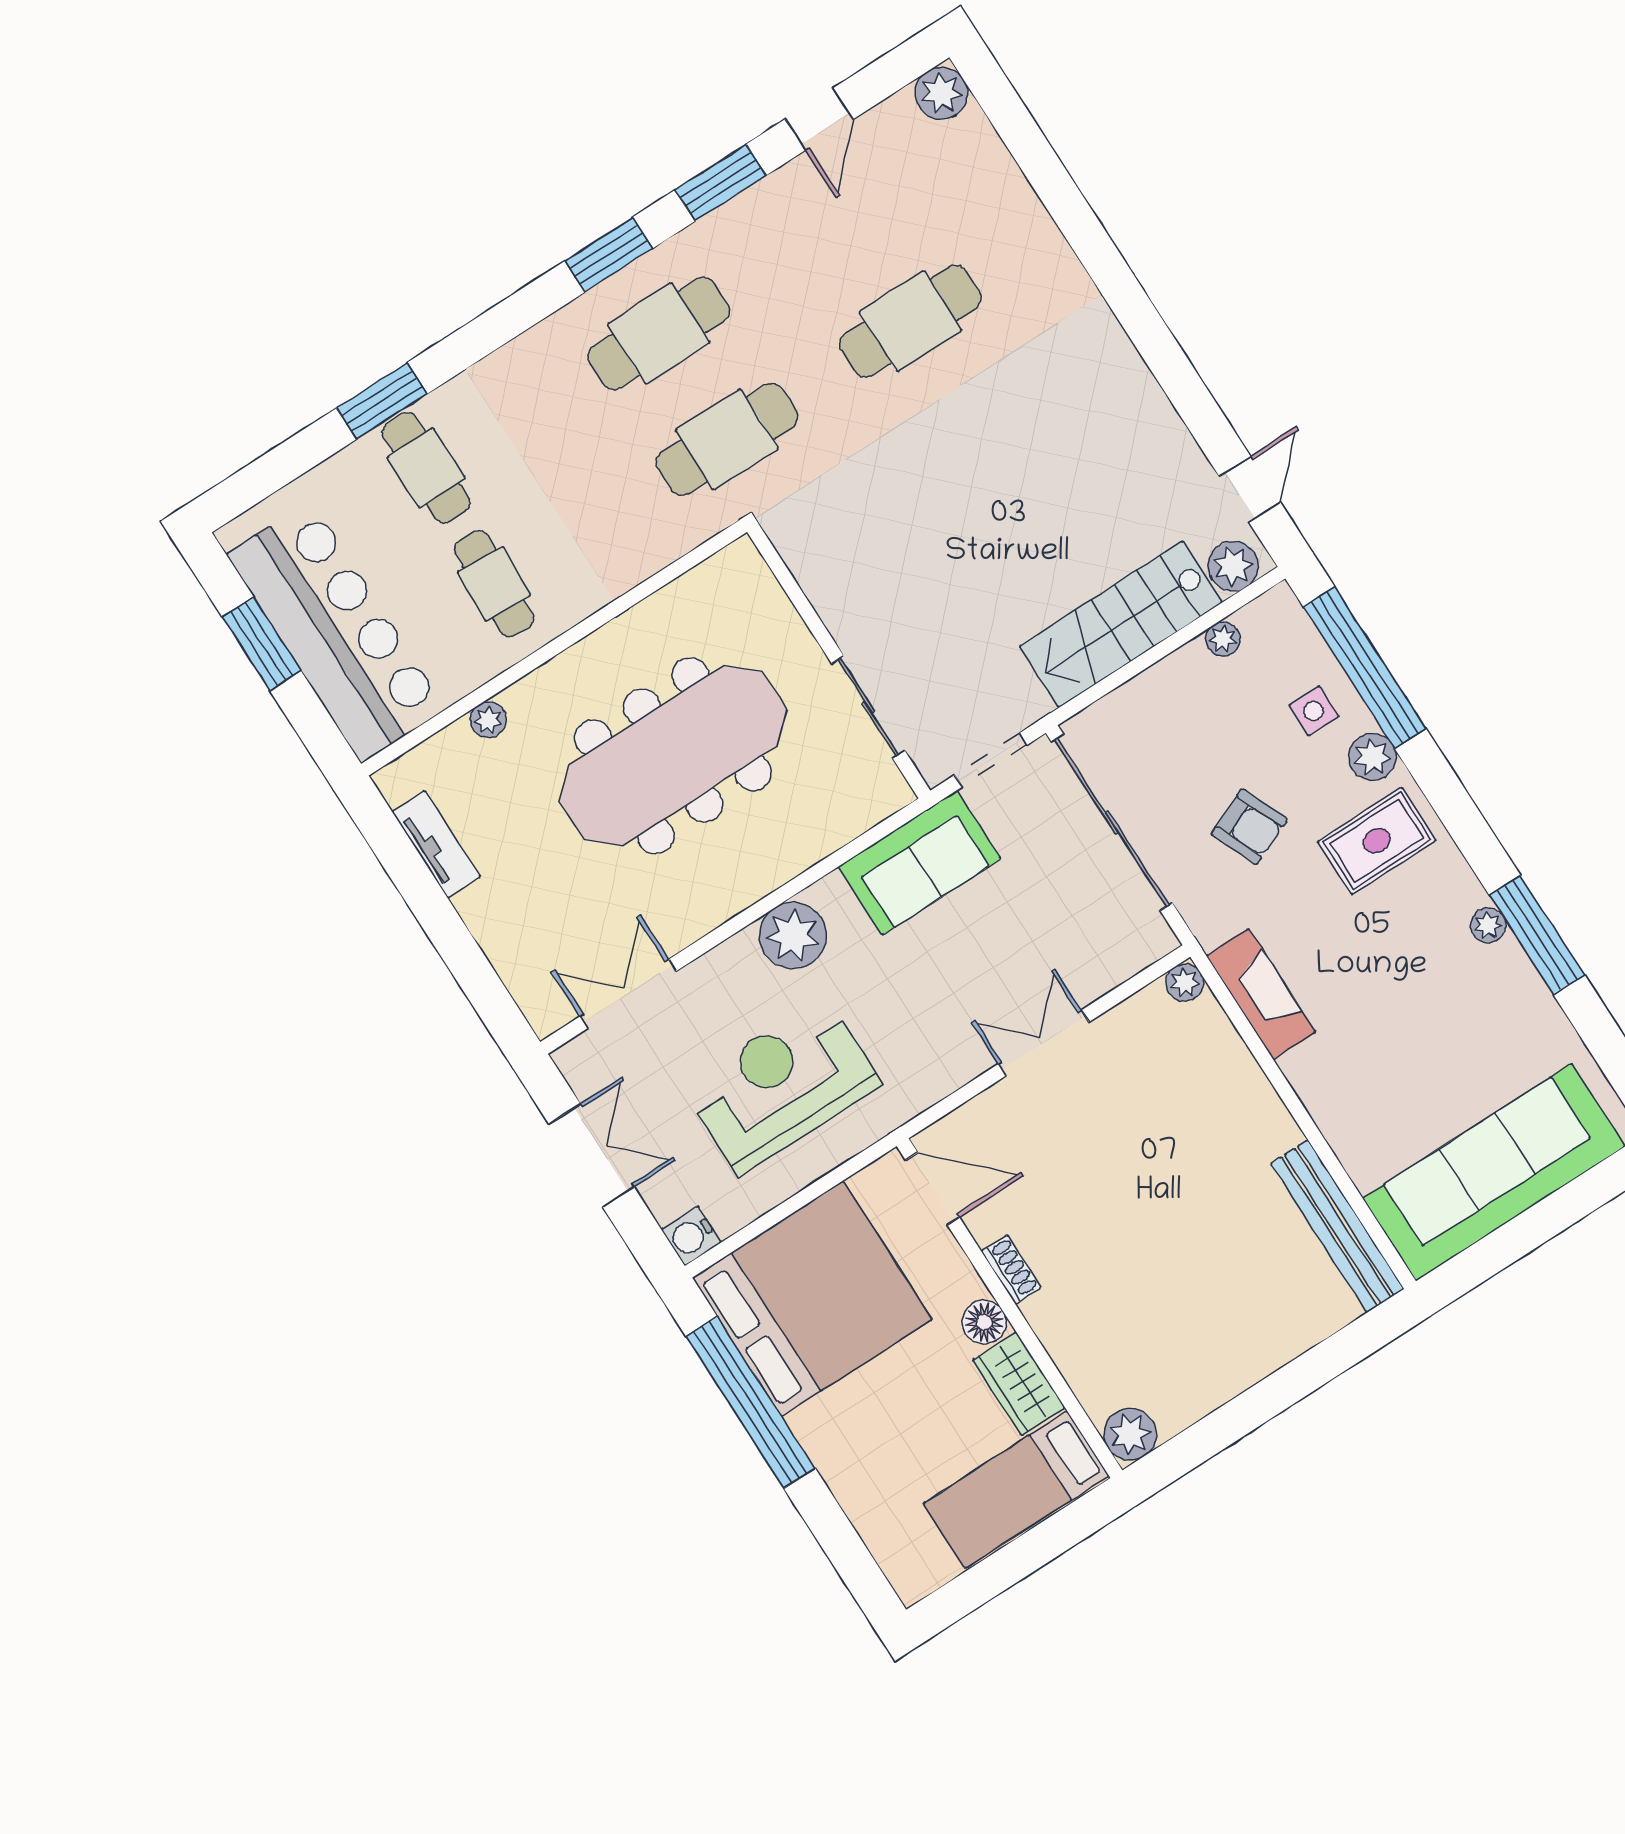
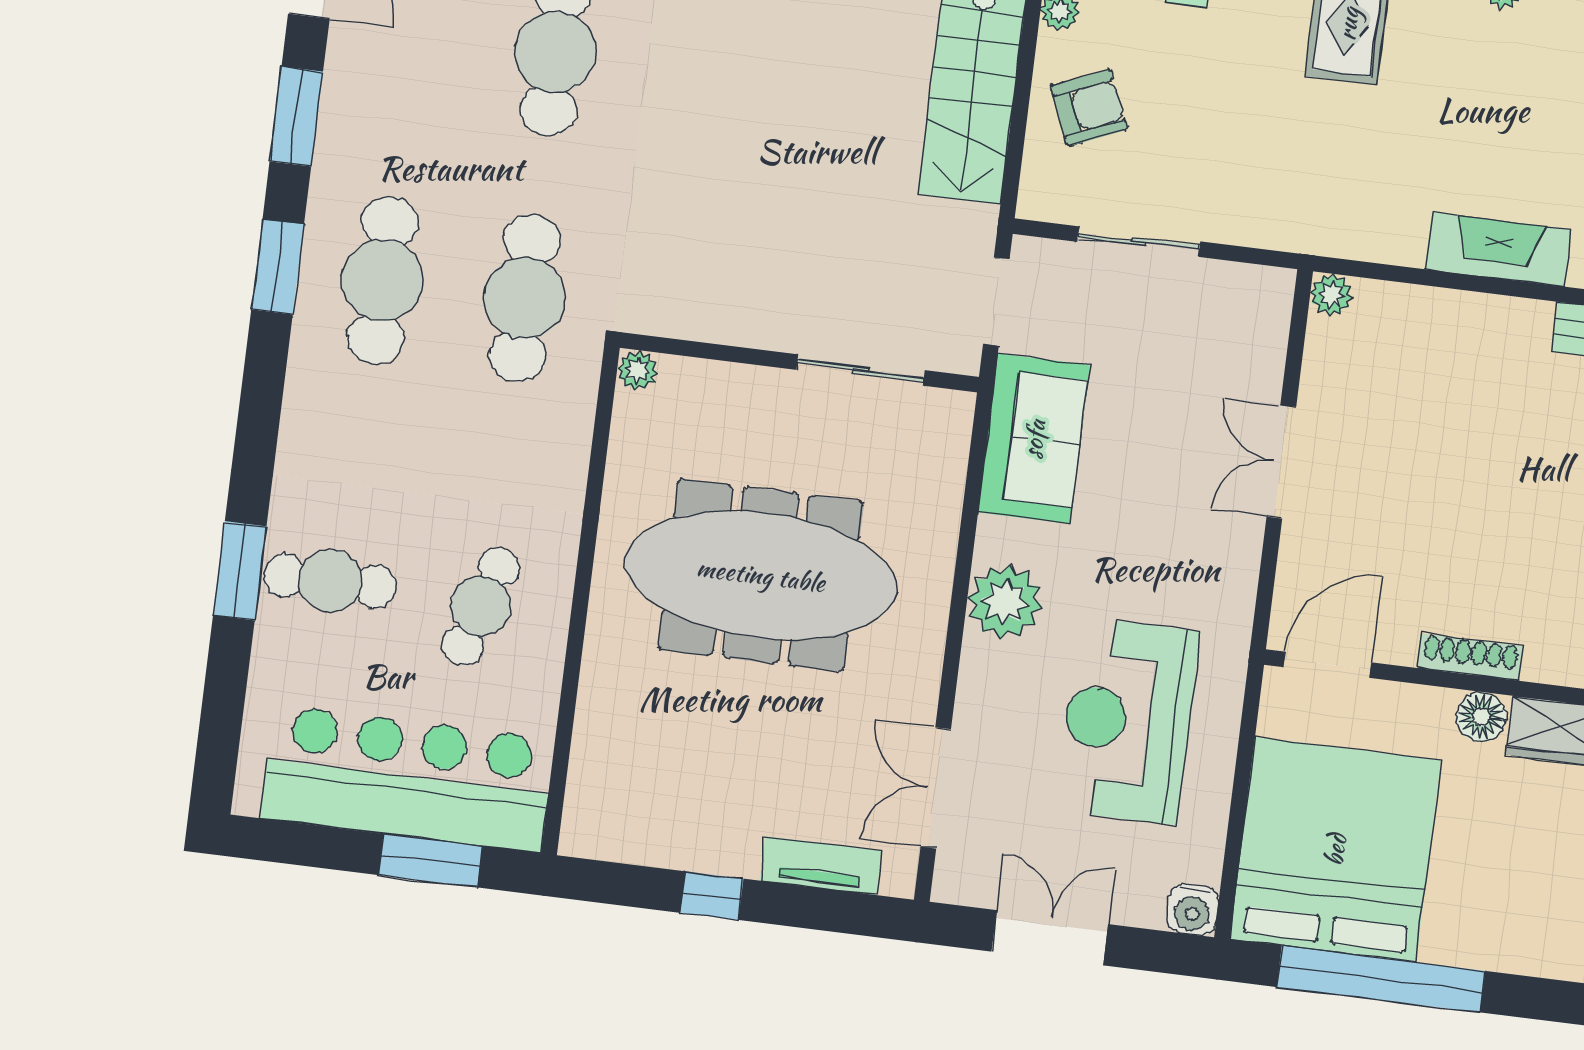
cafe table: (494, 584) -> (481, 606), turned -75
window: (262, 644) -> (430, 861), moved
plant: (488, 720) -> (637, 371), moved
meeting table: (673, 755) -> (761, 575), turned 90
sliding door: (1112, 822) -> (1139, 242), width x0.54
armchair: (1249, 827) -> (1089, 108), moved
tv unit: (436, 844) -> (821, 866), moved
window: (429, 903) -> (712, 896), added
fireplace: (1261, 994) -> (1498, 249), moved
shoe rack: (1011, 1269) -> (1470, 657), width x1.43

